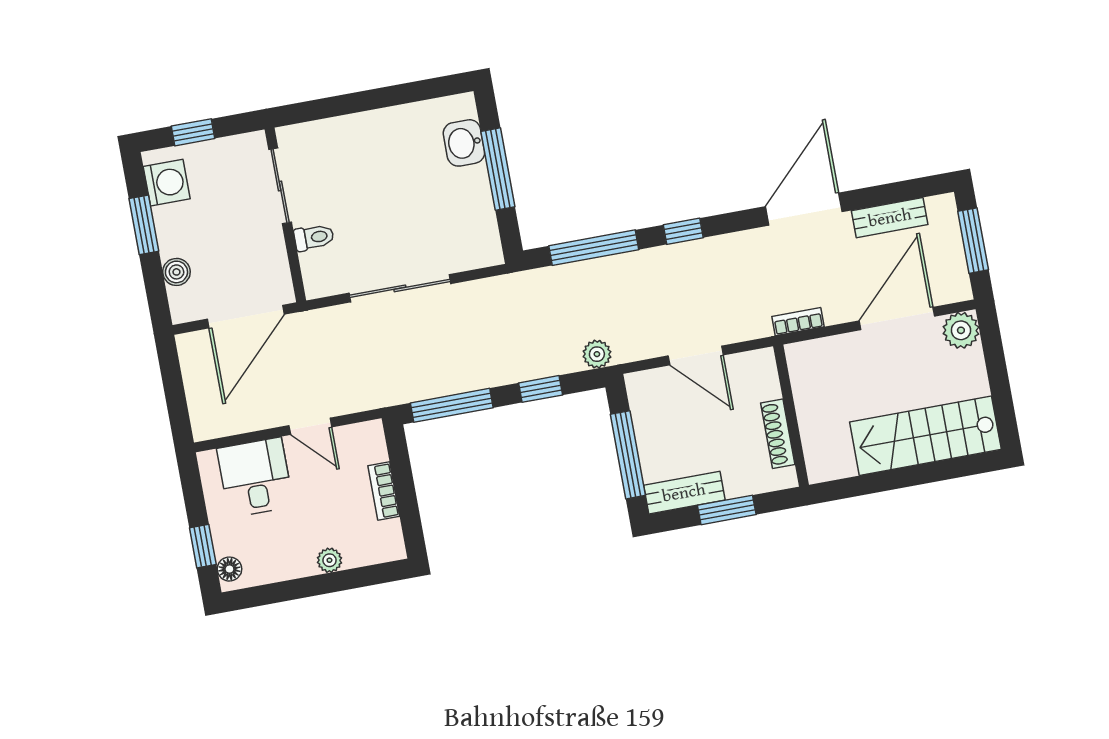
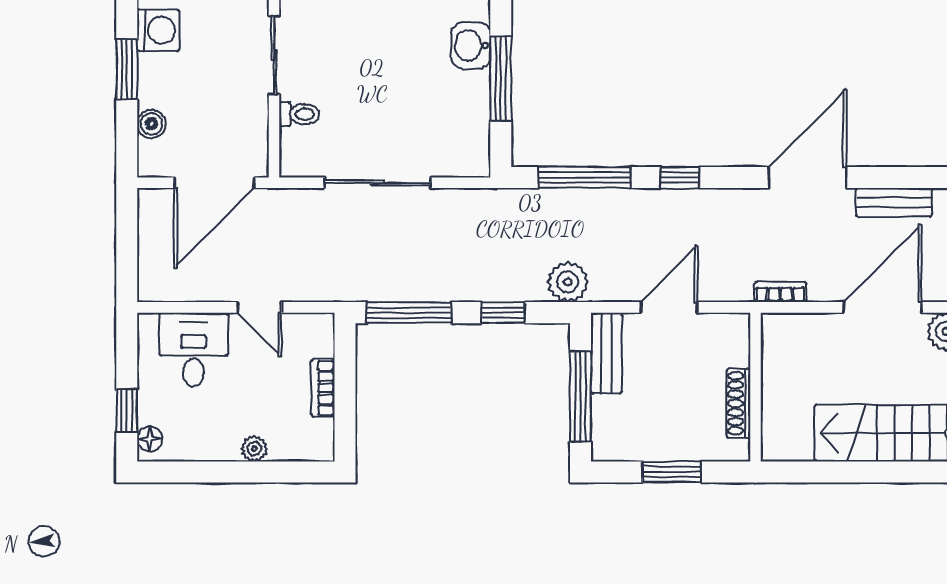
plant: (597, 354) -> (568, 282), width x1.38, depth x1.38
door: (696, 355) -> (669, 307), swing flipped
bench: (684, 493) -> (606, 353), moved, turned 90

